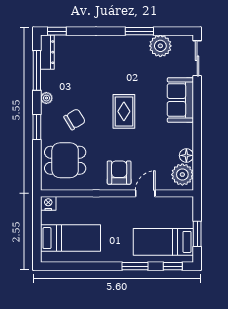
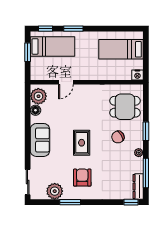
sofa: (180, 100) -> (40, 140), moved
armchair: (119, 173) -> (82, 178), moved, turned 180

